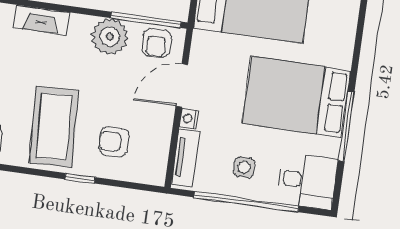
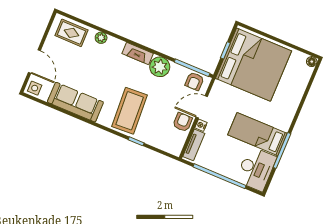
plant: (110, 37) -> (160, 67), moved
bed: (296, 97) -> (258, 134), width x0.67
armchair: (114, 142) -> (182, 122), moved, turned 90
side table: (244, 167) -> (223, 158), removed
desk: (307, 181) -> (256, 169), width x1.37

